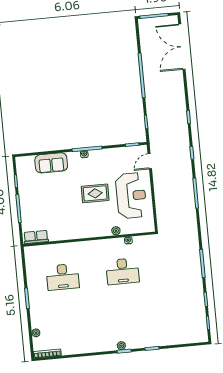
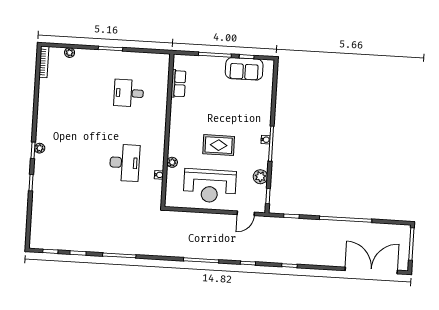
plant: (117, 154) -> (260, 177), added
door: (150, 161) -> (246, 213), swing flipped
sofa: (51, 163) -> (244, 69), moved, turned -90
rug: (95, 193) -> (219, 145), turned 90
row of seats: (36, 237) -> (178, 84), moved
desk: (123, 271) -> (125, 163), turned 180
desk: (63, 277) -> (129, 93), width x0.73

